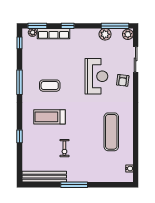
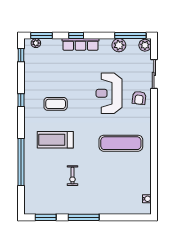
row of seats: (54, 34) -> (80, 44), moved
reception desk: (96, 76) -> (109, 93), turned 180
window: (19, 82) -> (21, 100), width x0.46
exercise mat: (111, 132) -> (121, 143), moved, turned 90
window: (19, 136) -> (21, 162), width x3.17
bench: (44, 177) -> (49, 208), removed
window: (41, 185) -> (46, 217), added

